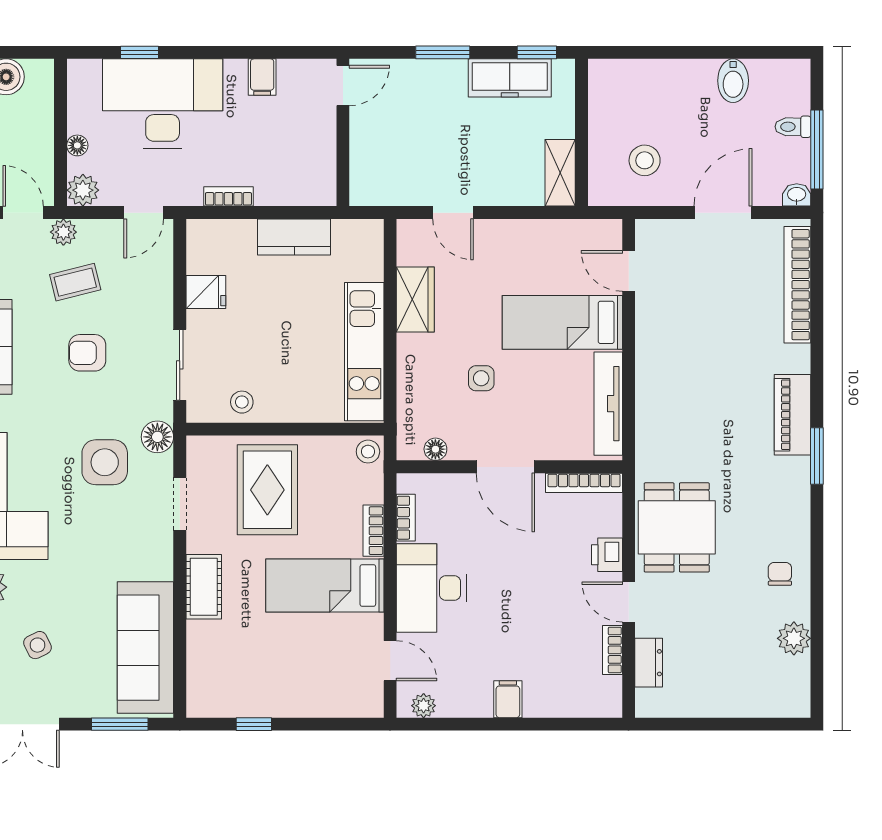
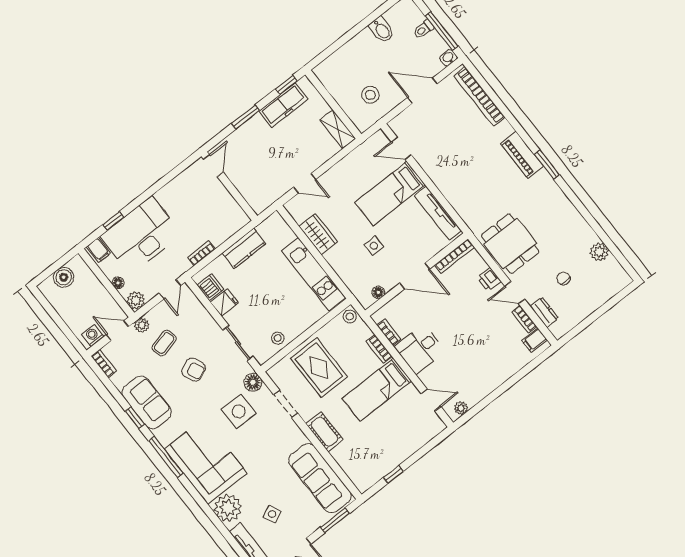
filing cabinet: (262, 77) -> (99, 250), moved
door: (723, 213) -> (422, 91), hinge flipped
dishwasher: (203, 255) -> (210, 287), added
armchair: (87, 353) -> (194, 370), turned -114
chair: (780, 574) -> (563, 279), moved
desk: (431, 588) -> (420, 349), width x0.73
filing cabinet: (508, 699) -> (534, 340), moved, turned -90

